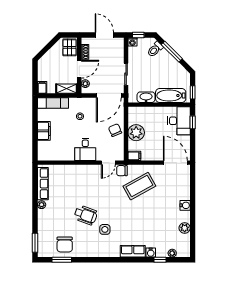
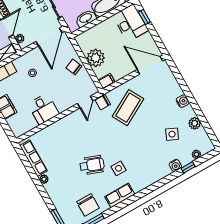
desk: (85, 149) -> (43, 109), moved
side table: (162, 226) -> (172, 134), added
row of seats: (133, 251) -> (120, 195), moved

